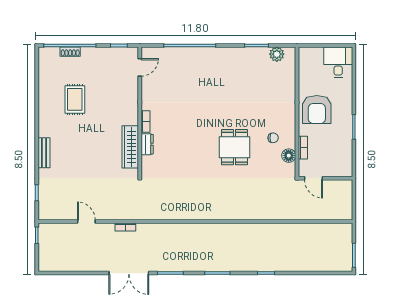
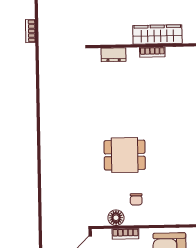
dresser: (147, 144) -> (114, 55), moved
wardrobe: (130, 147) -> (157, 34), moved

